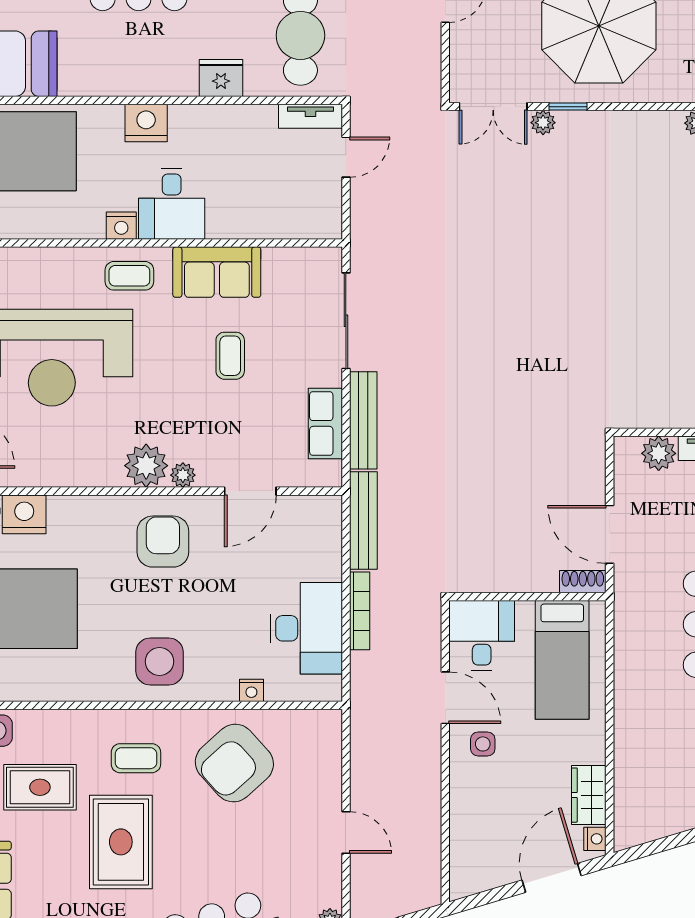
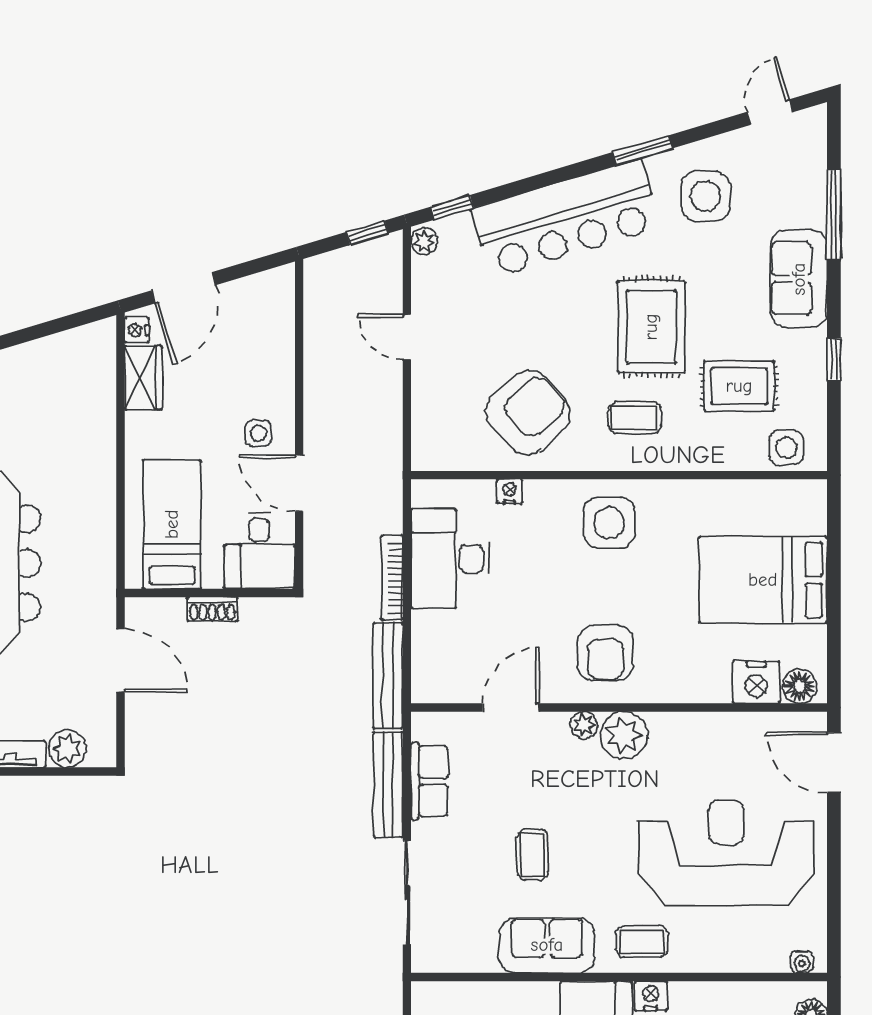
shoe rack: (583, 582) -> (212, 609), moved

